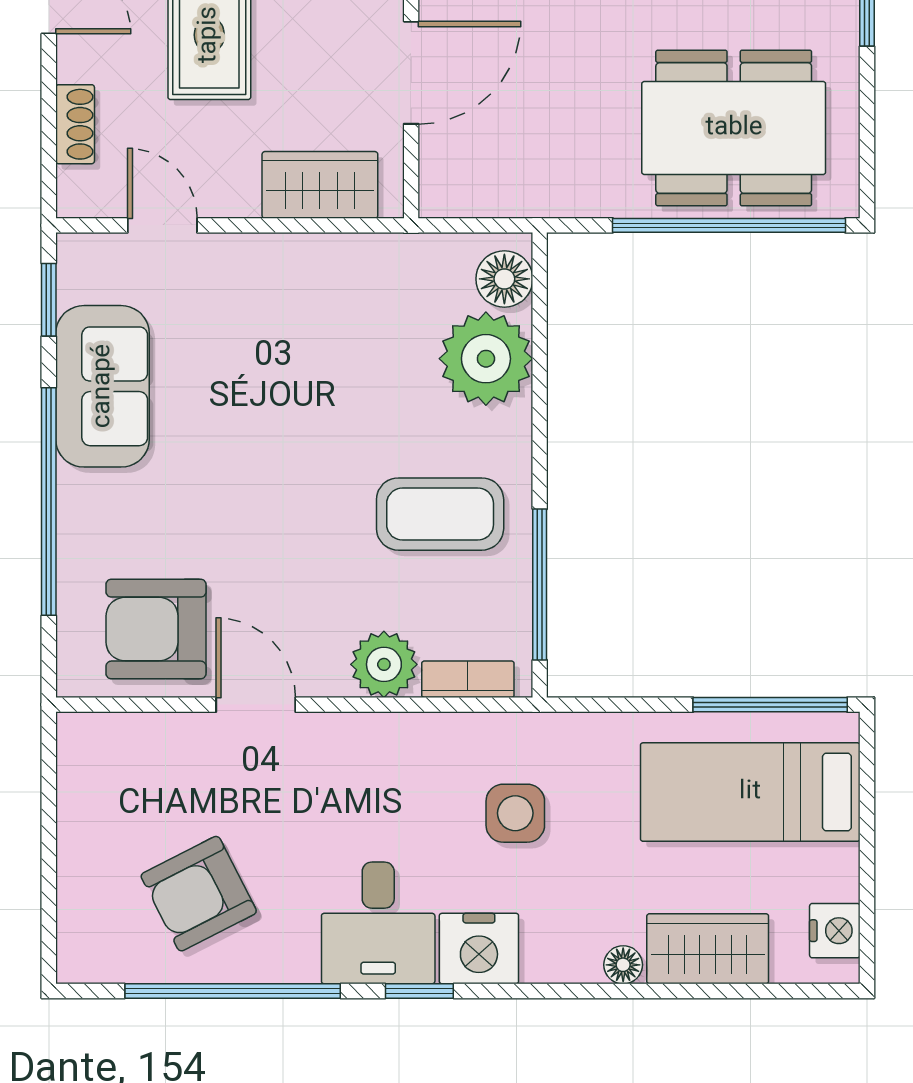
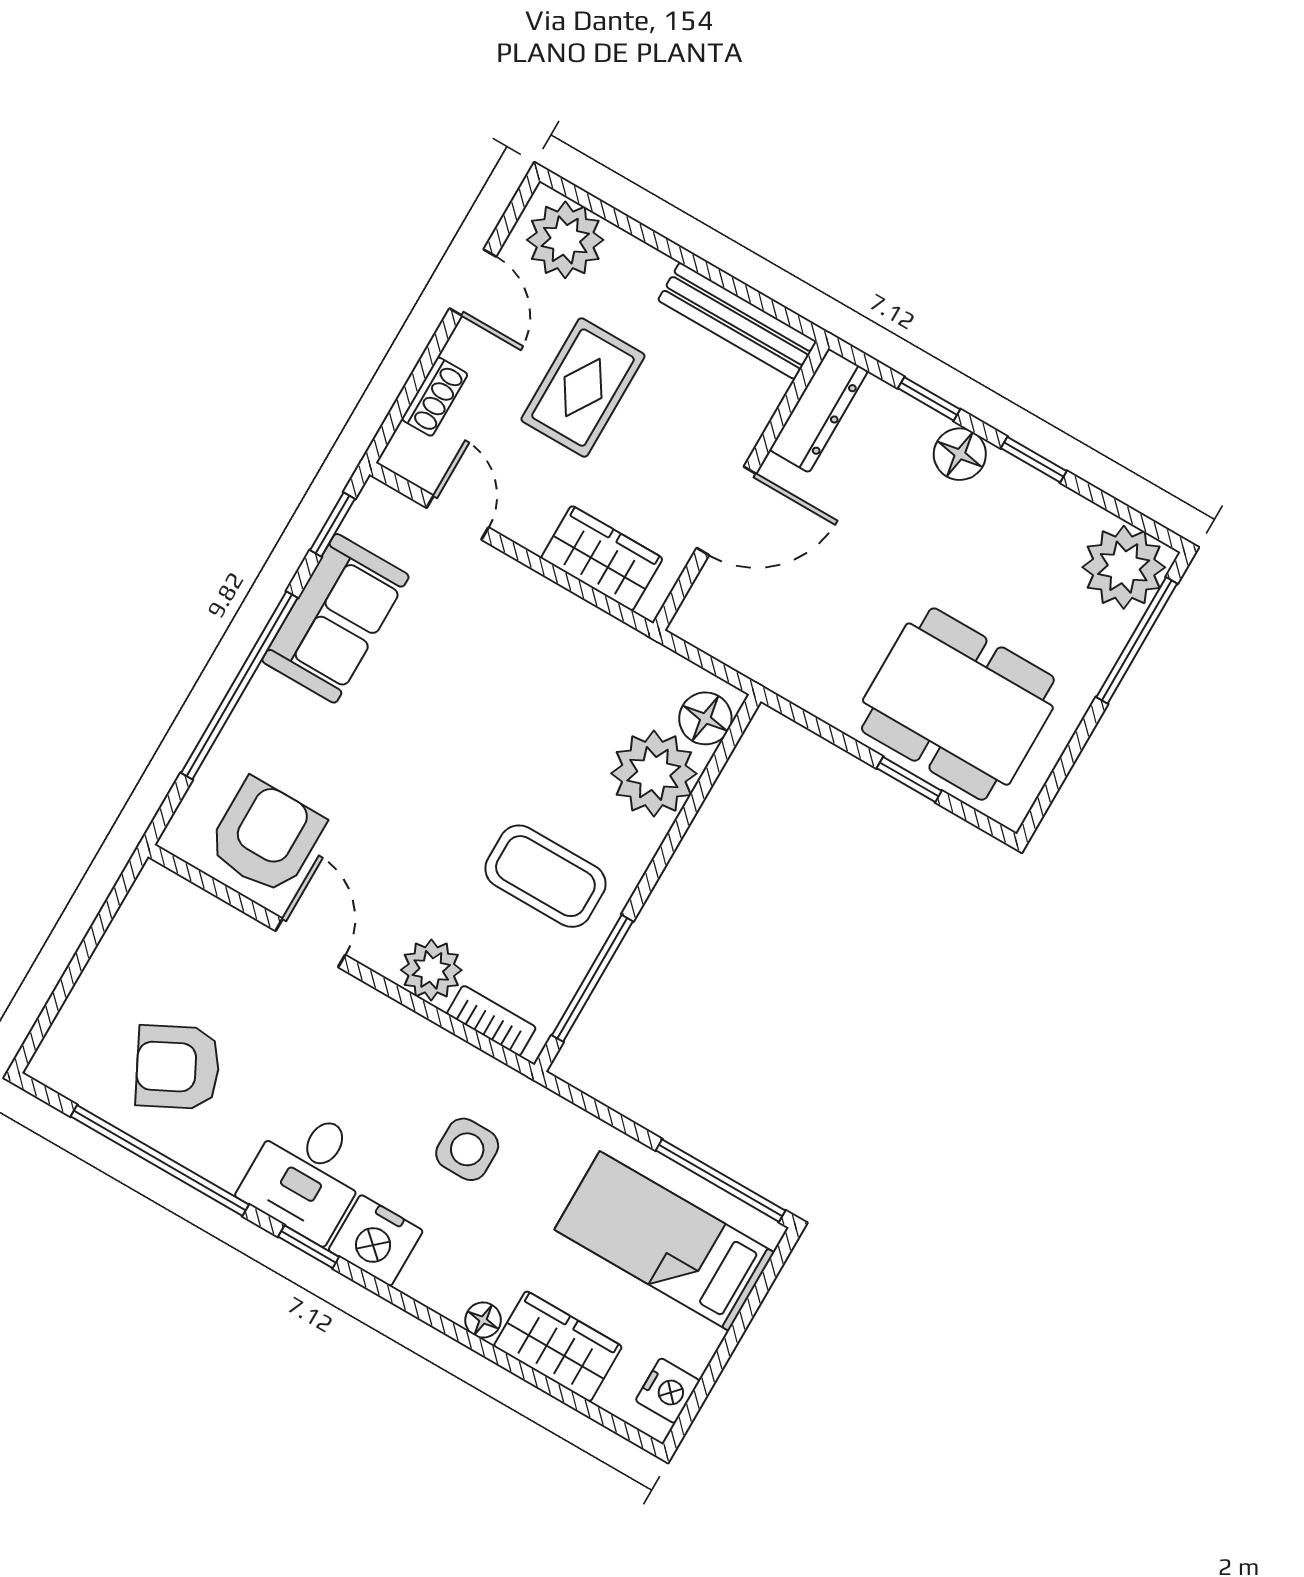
window: (729, 225) -> (909, 780), width x0.32
armchair: (156, 629) -> (266, 836), turned 90

